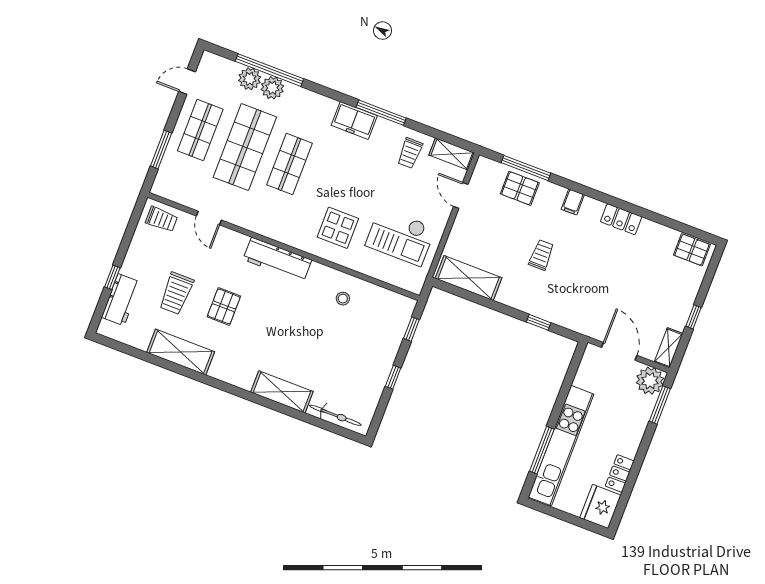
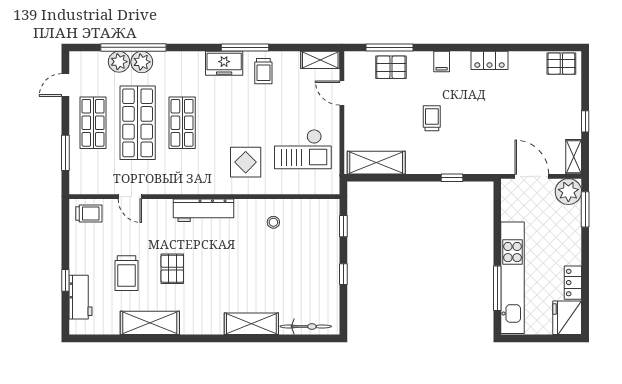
trolley: (410, 153) -> (263, 71), moved

